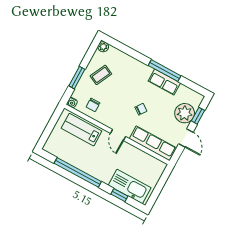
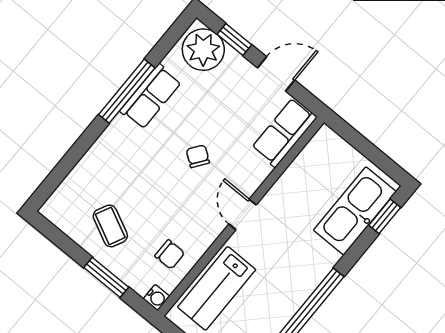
plant: (103, 47) -> (52, 210), removed
plant: (185, 113) -> (203, 50), moved
door: (118, 135) -> (243, 214), swing flipped
row of seats: (153, 143) -> (284, 132), width x0.68
window: (119, 195) -> (385, 216), moved

